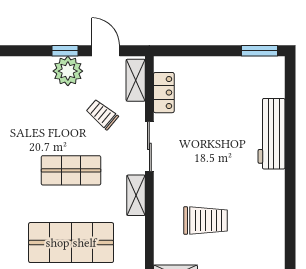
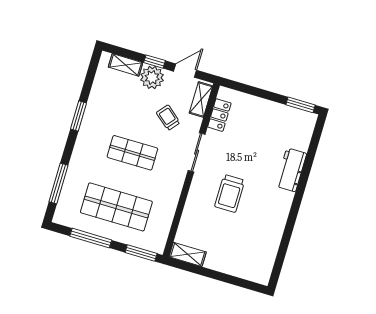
door: (106, 51) -> (185, 71), hinge flipped
workbench: (272, 134) -> (291, 170), width x0.73
shelving: (136, 195) -> (126, 65), moved, turned 90
trolley: (205, 221) -> (230, 193), moved, turned 90

